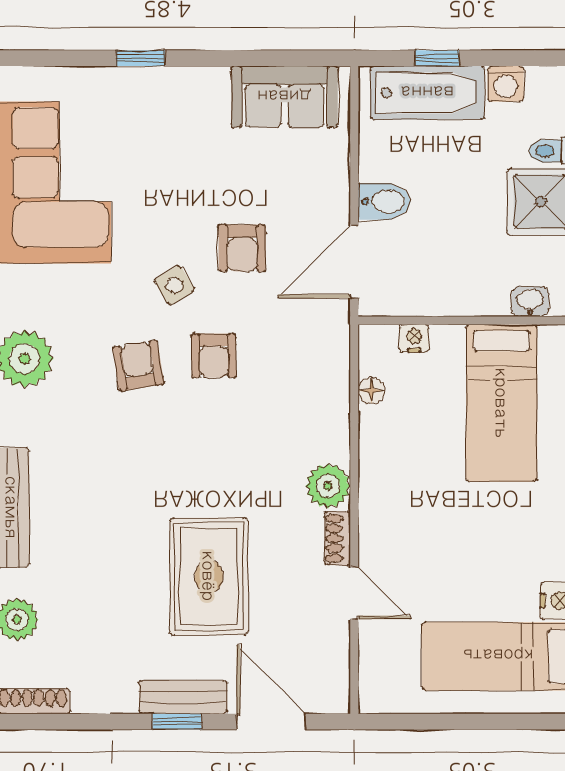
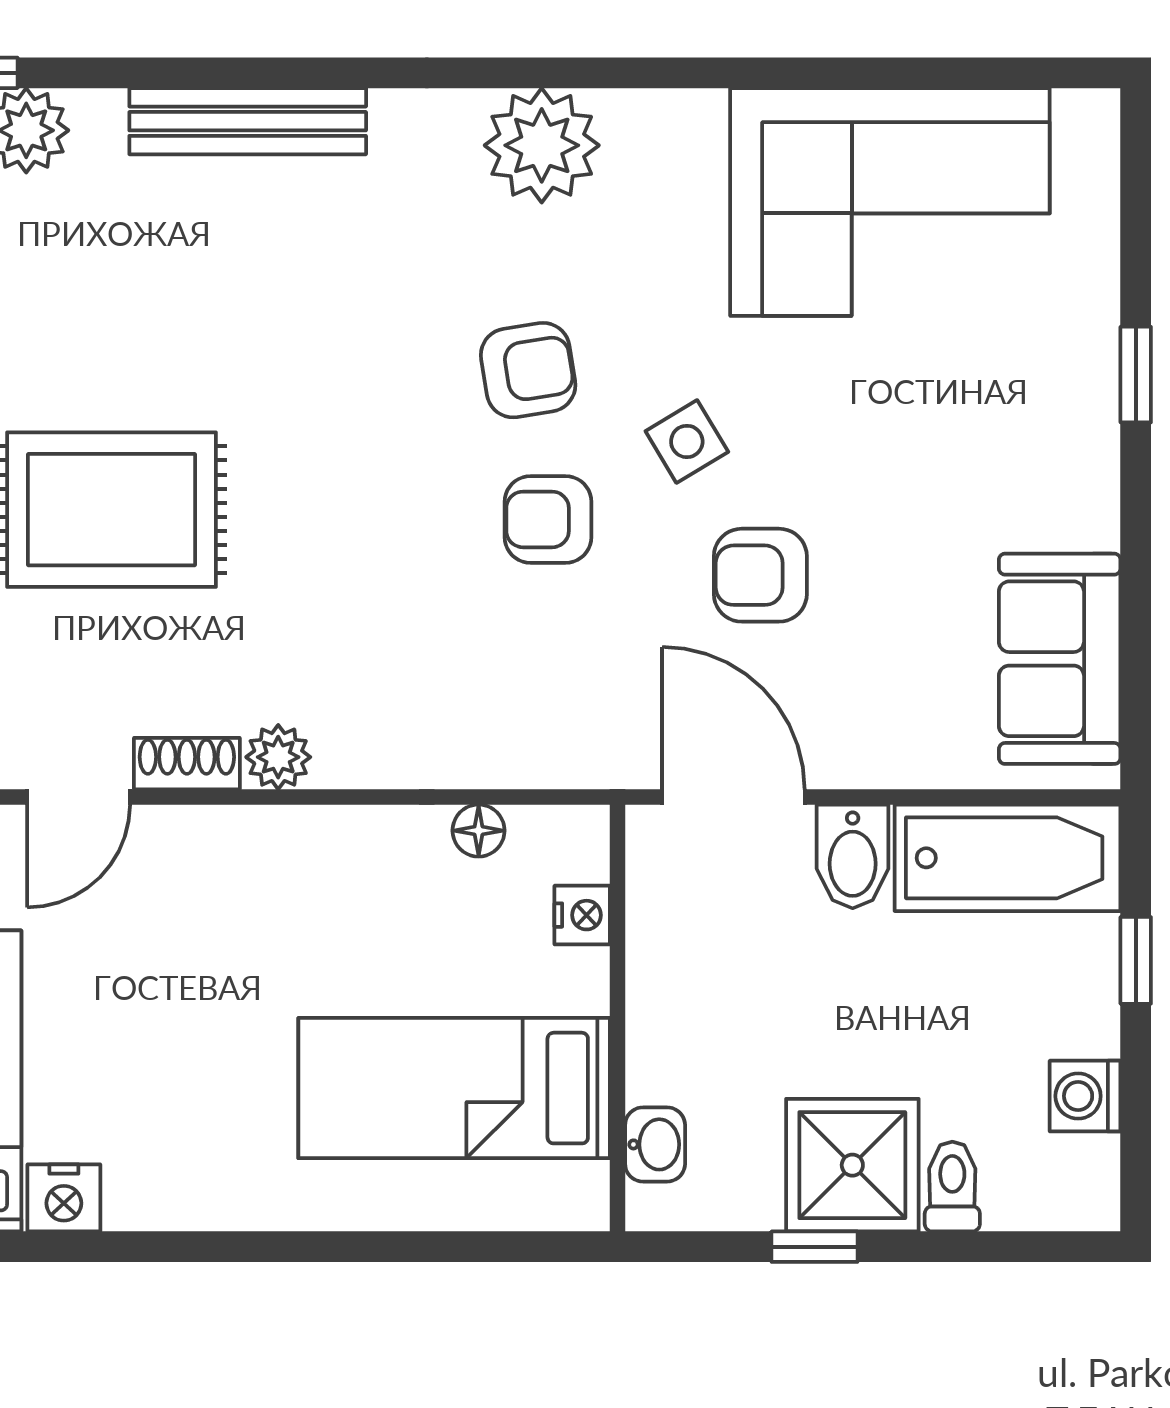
bathtub: (427, 93) -> (1008, 858), moved, turned -90
plant: (328, 486) -> (278, 757), width x0.73, depth x0.73

